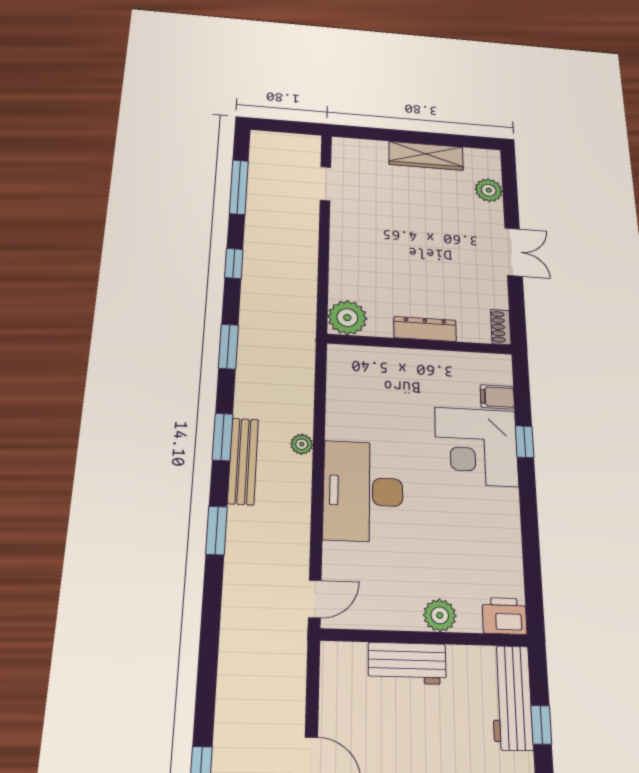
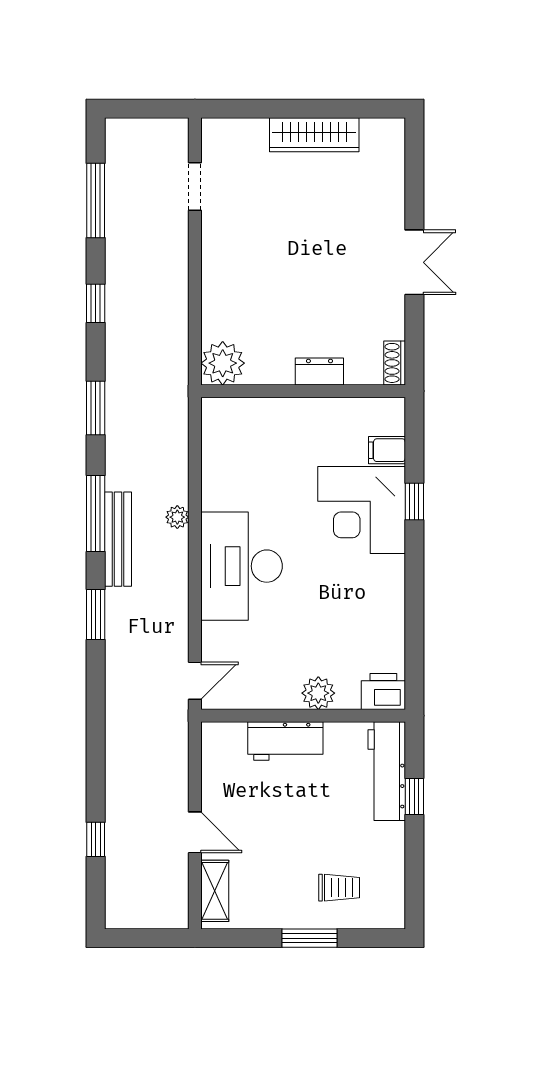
plant: (489, 190) -> (389, 178), removed
dresser: (425, 329) -> (319, 372), width x0.70
window: (223, 437) -> (96, 513), width x1.44

